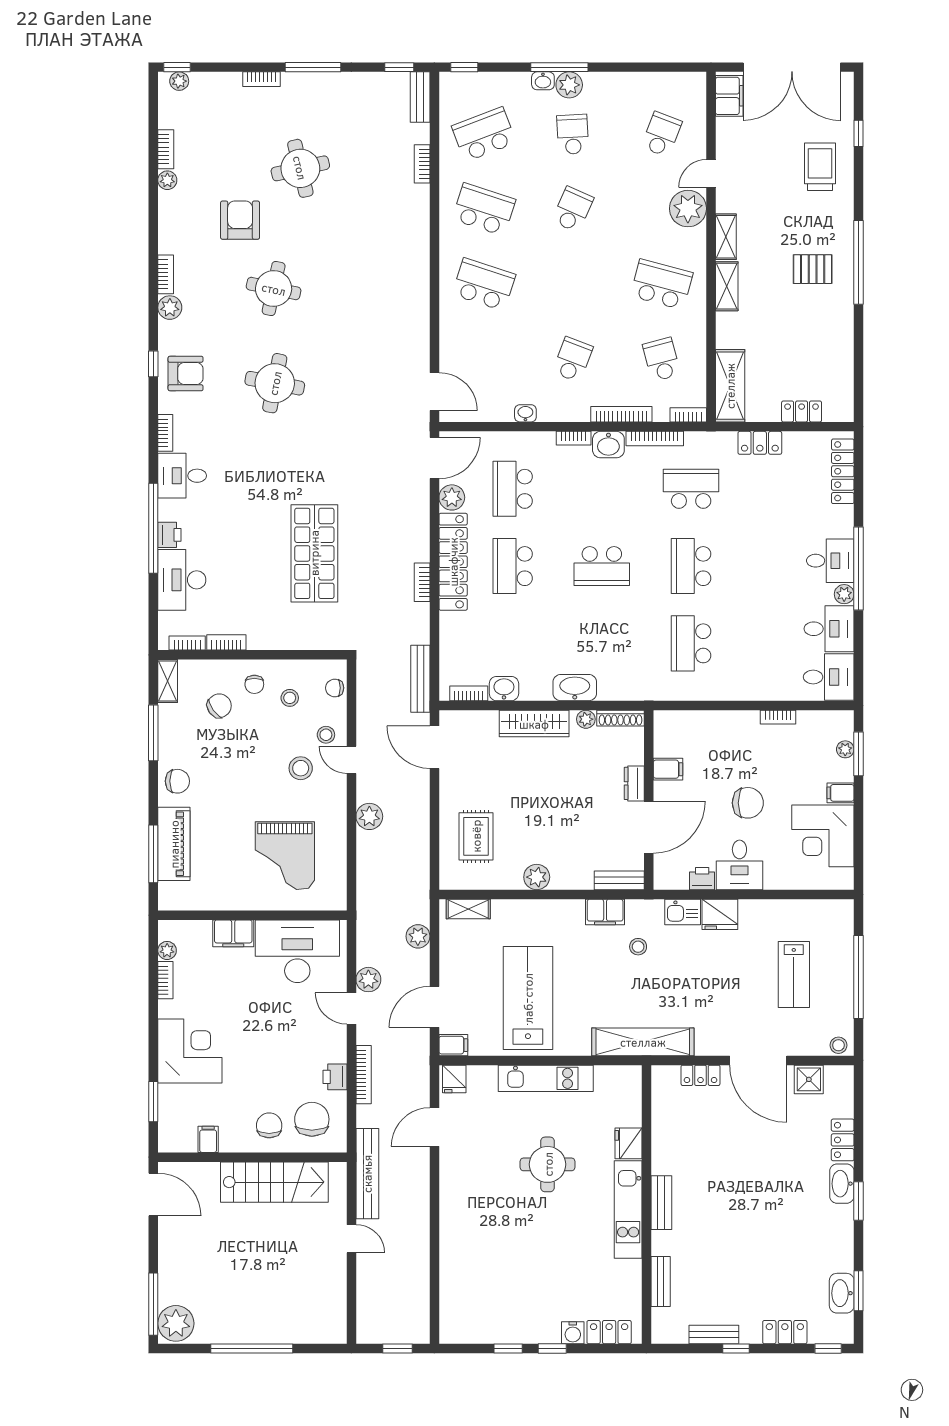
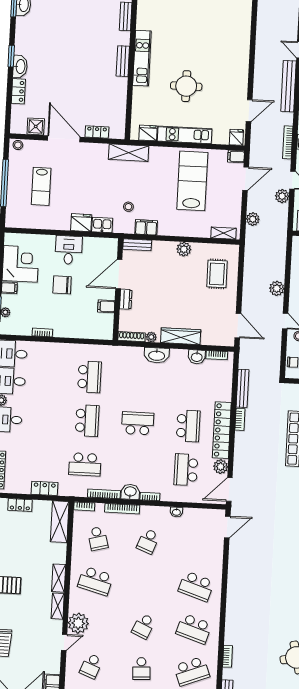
door: (434, 392) -> (227, 527), swing flipped
school desk: (513, 489) -> (186, 470), turned 180
bench: (420, 679) -> (243, 388), moved
printer: (702, 879) -> (90, 243), removed
lab bench: (794, 974) -> (41, 186), turned 180
lab bench: (528, 998) -> (192, 181), turned 180
shelving: (643, 1042) -> (129, 153), width x0.68
fridge: (628, 1143) -> (148, 133), moved, turned -90

